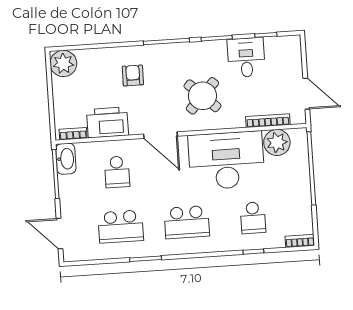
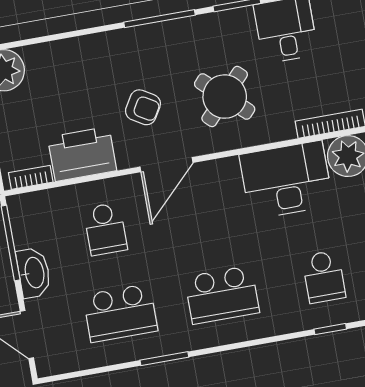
armchair: (133, 75) -> (143, 107), moved, turned 121
door: (161, 135) -> (166, 165), hinge flipped
washbasin: (66, 159) -> (34, 273), moved
desk: (226, 160) -> (286, 180), width x0.73, depth x0.77

